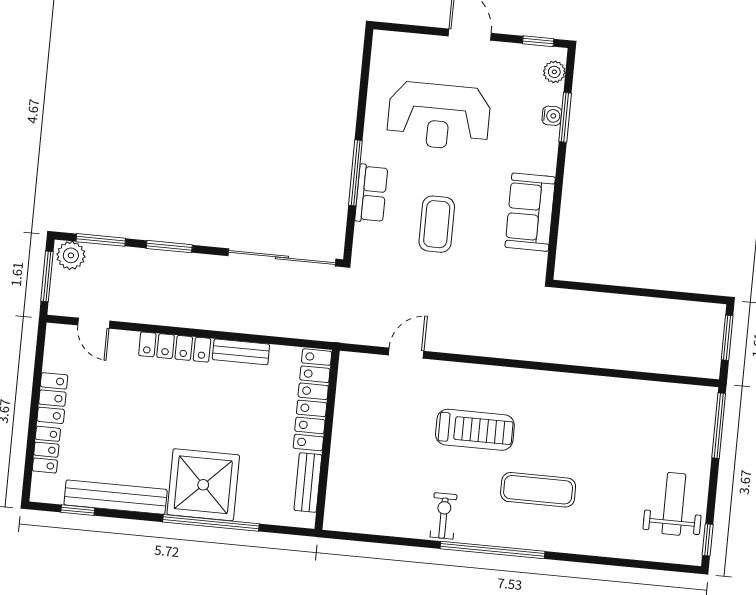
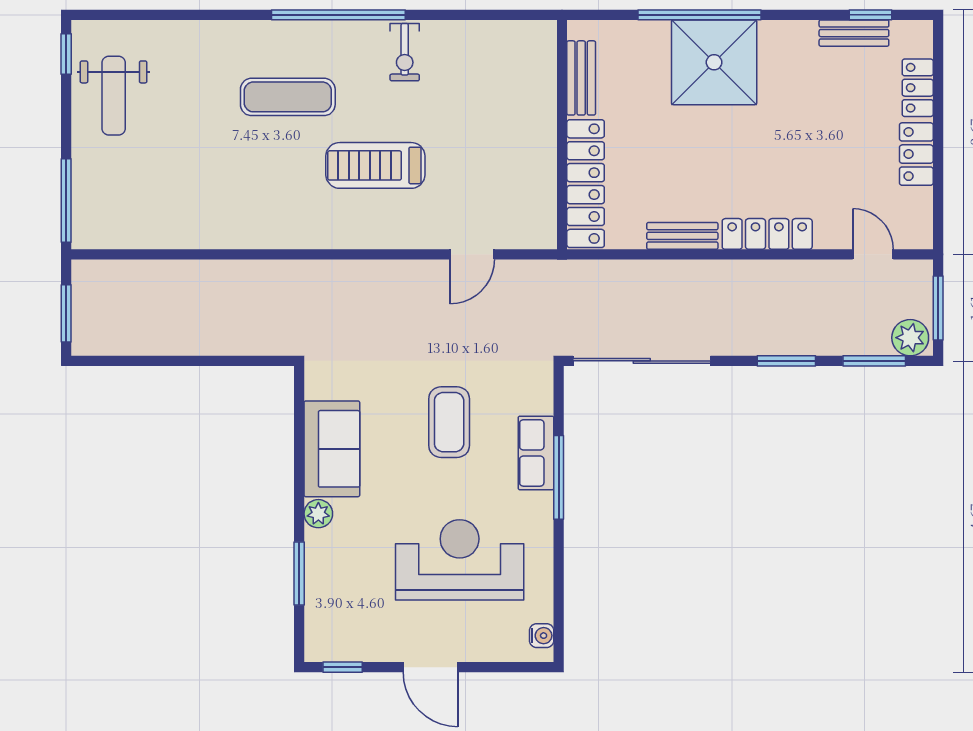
plant: (554, 72) -> (318, 514), moved
water cooler: (552, 116) -> (542, 636), moved, turned 180
bench: (116, 497) -> (854, 33), width x0.54, depth x0.82

